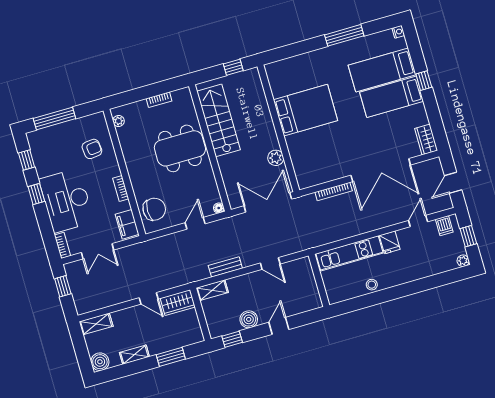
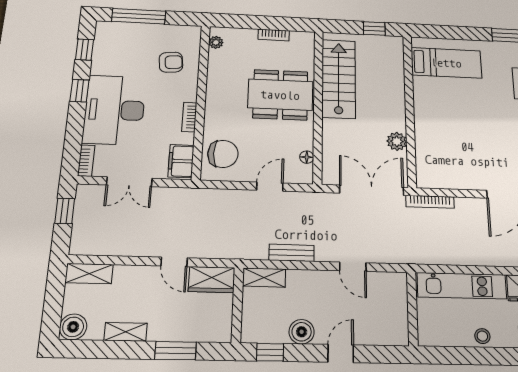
bed: (306, 110) -> (446, 63), moved, width x0.67
bookcase: (334, 191) -> (430, 202), moved
floor lamp: (219, 208) -> (307, 157), moved

